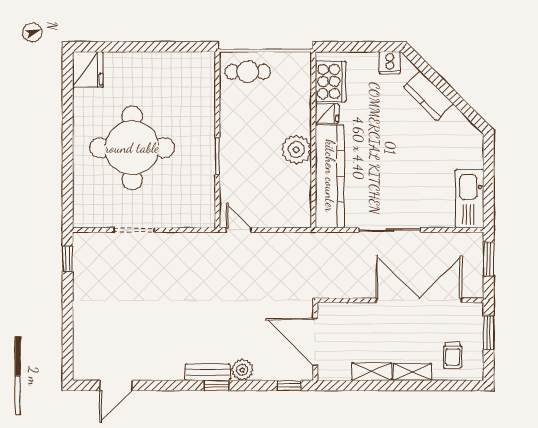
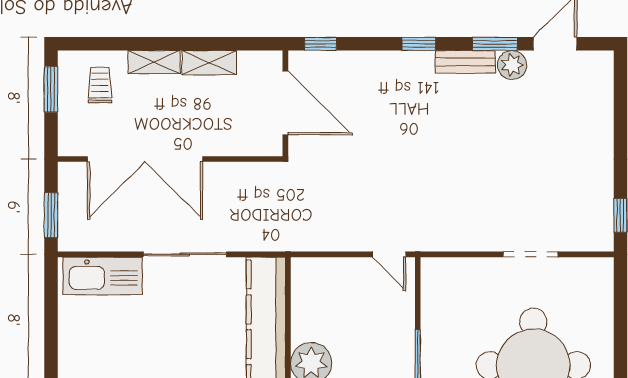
kitchen sink: (470, 199) -> (103, 276), moved, turned 90
window: (489, 333) -> (51, 89), moved
plant: (242, 370) -> (512, 65), moved
bench: (208, 372) -> (465, 62), moved
window: (160, 386) -> (495, 44), added

